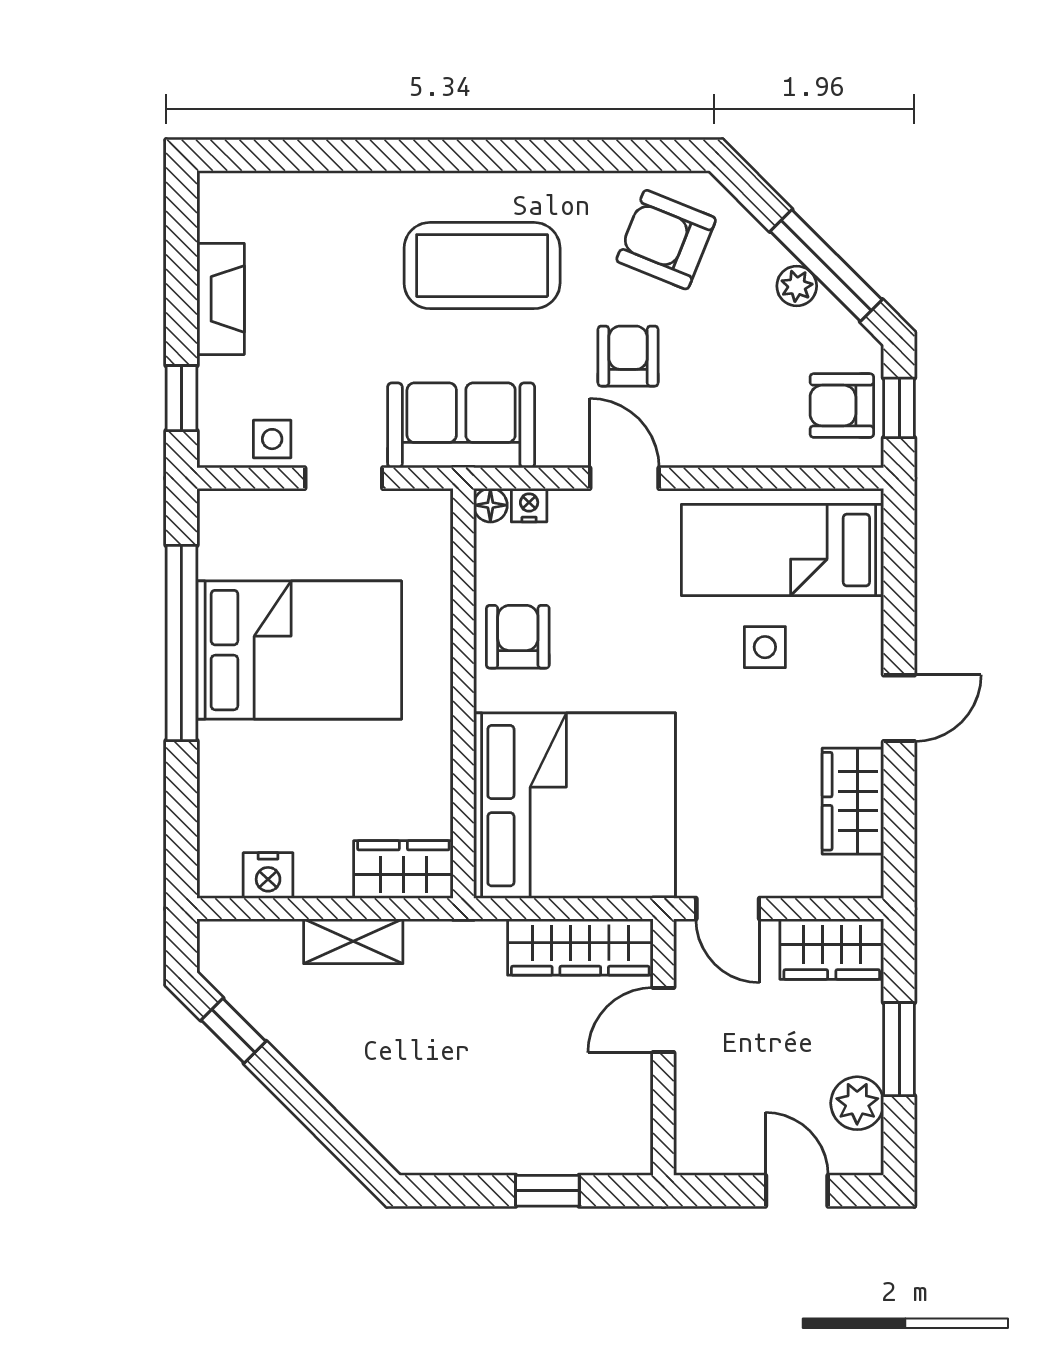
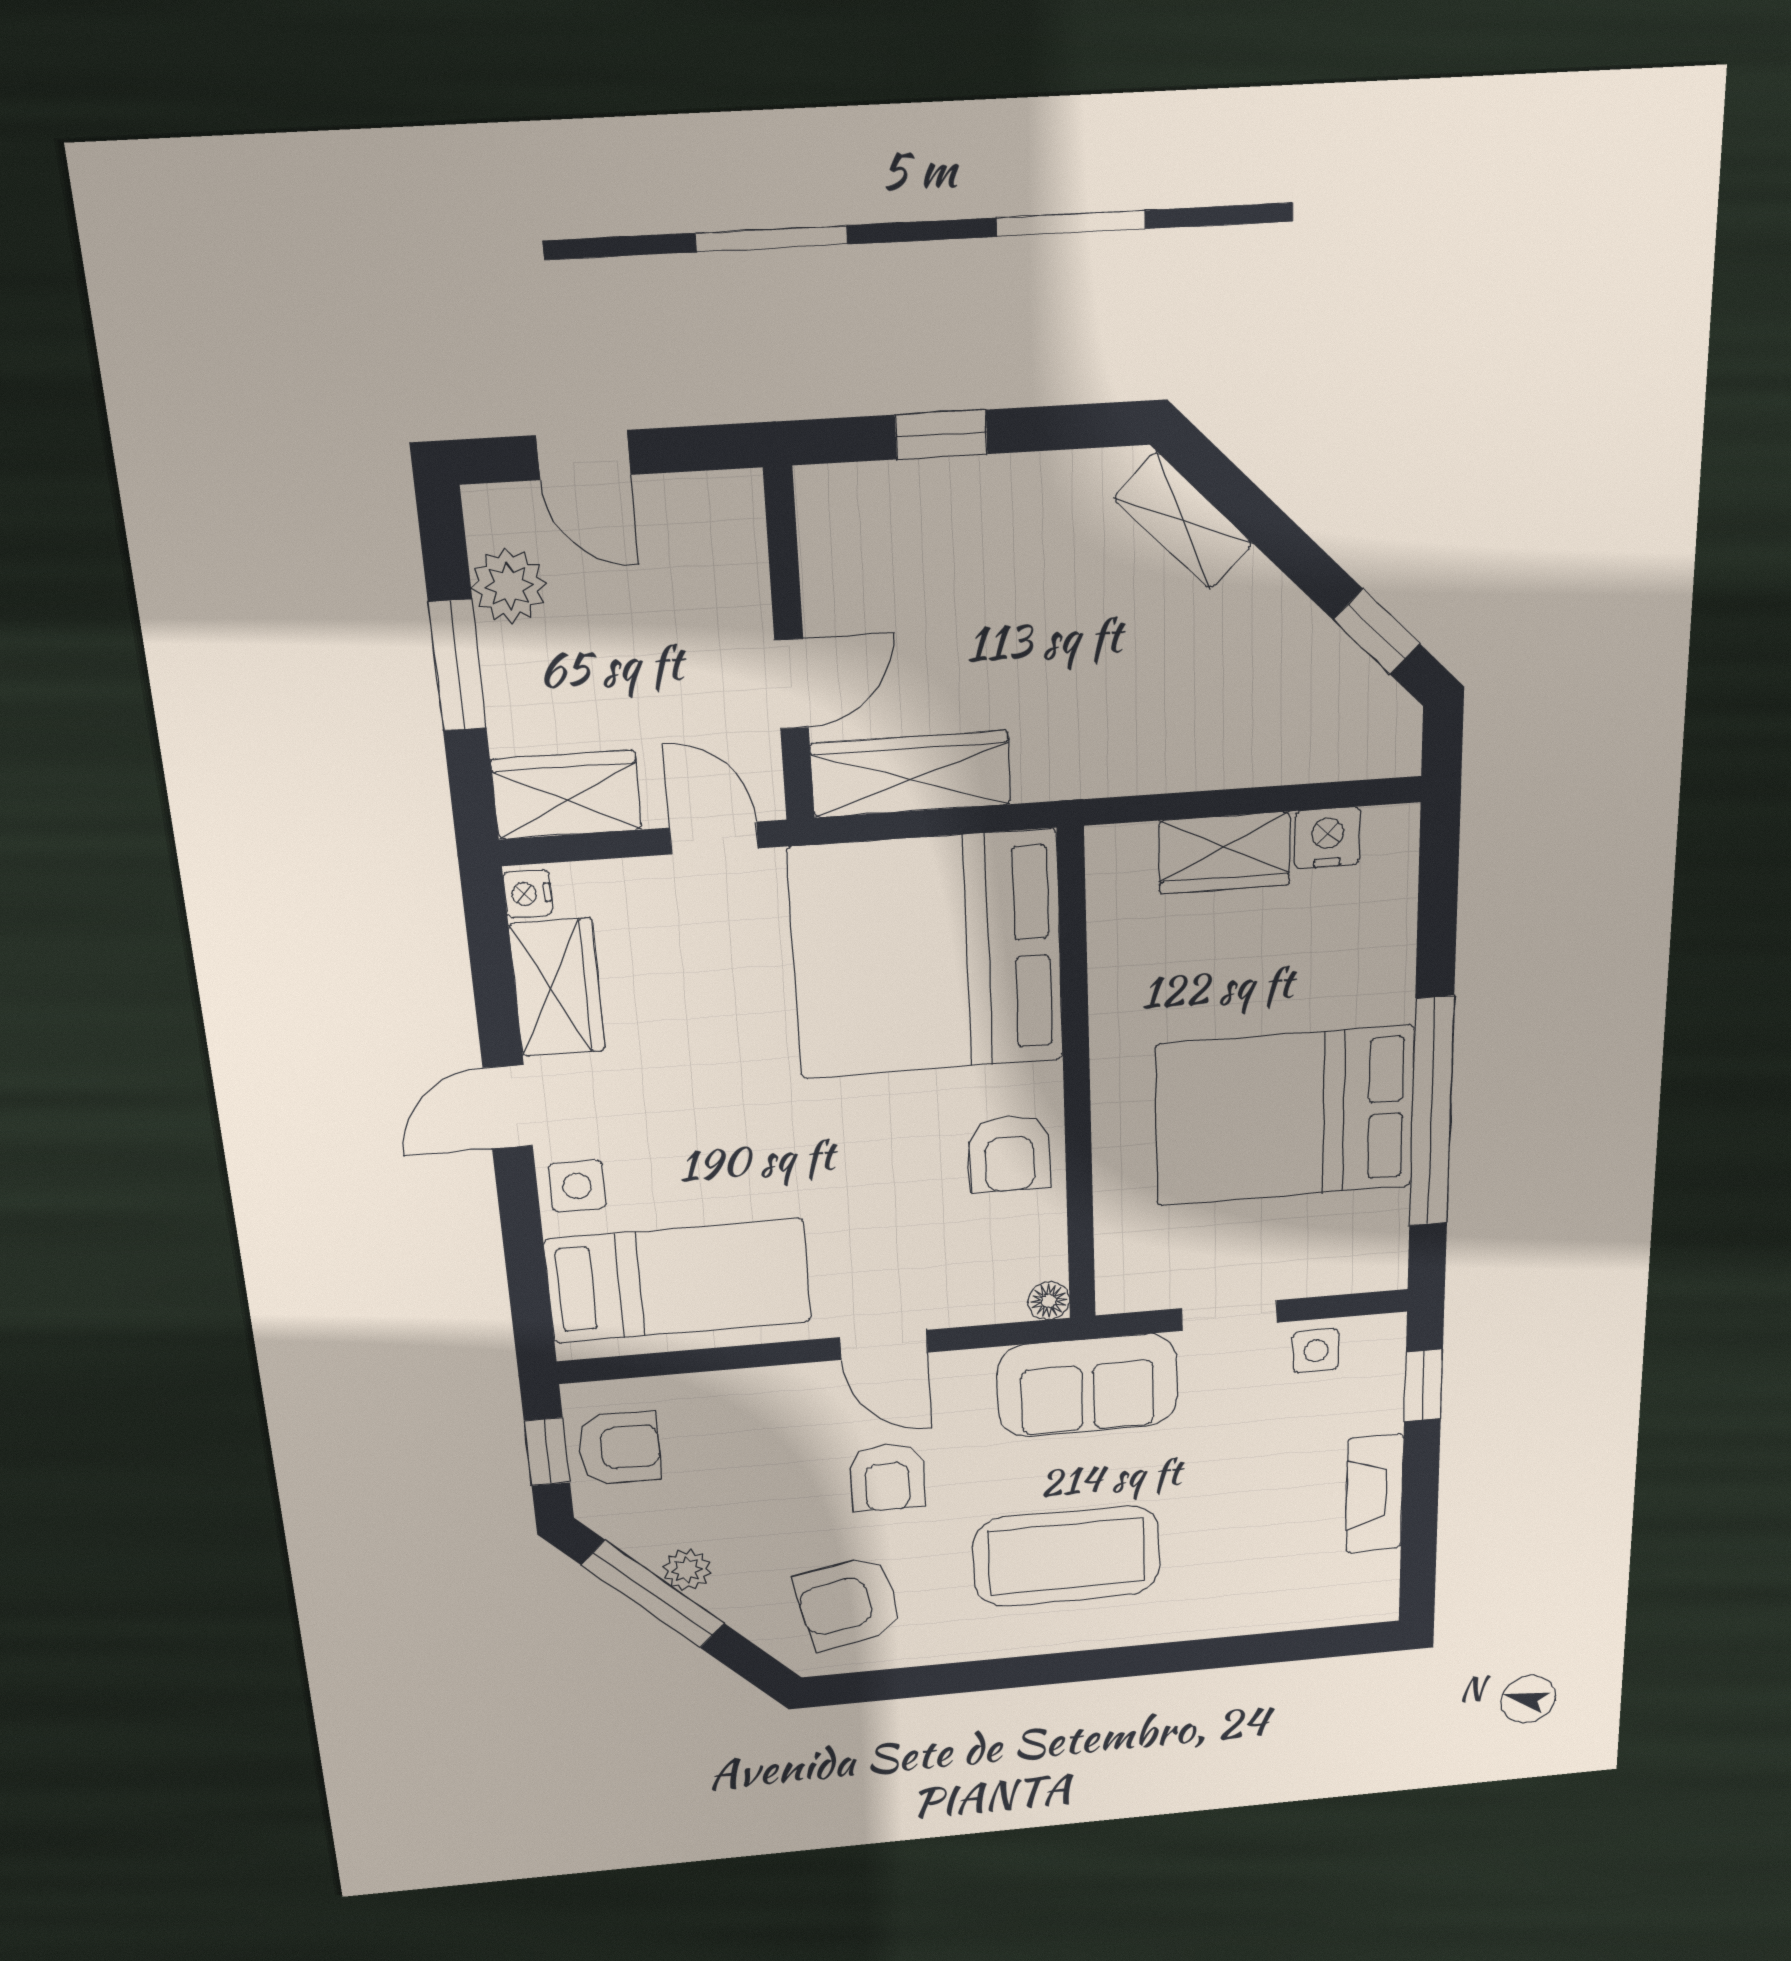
armchair: (666, 240) -> (849, 1603), turned 146
nightstand: (529, 505) -> (528, 894), moved, turned 90
side table: (765, 647) -> (577, 1186), moved
wardrobe: (403, 870) -> (1224, 853), moved
shelving: (353, 941) -> (1183, 521), moved, turned 45

